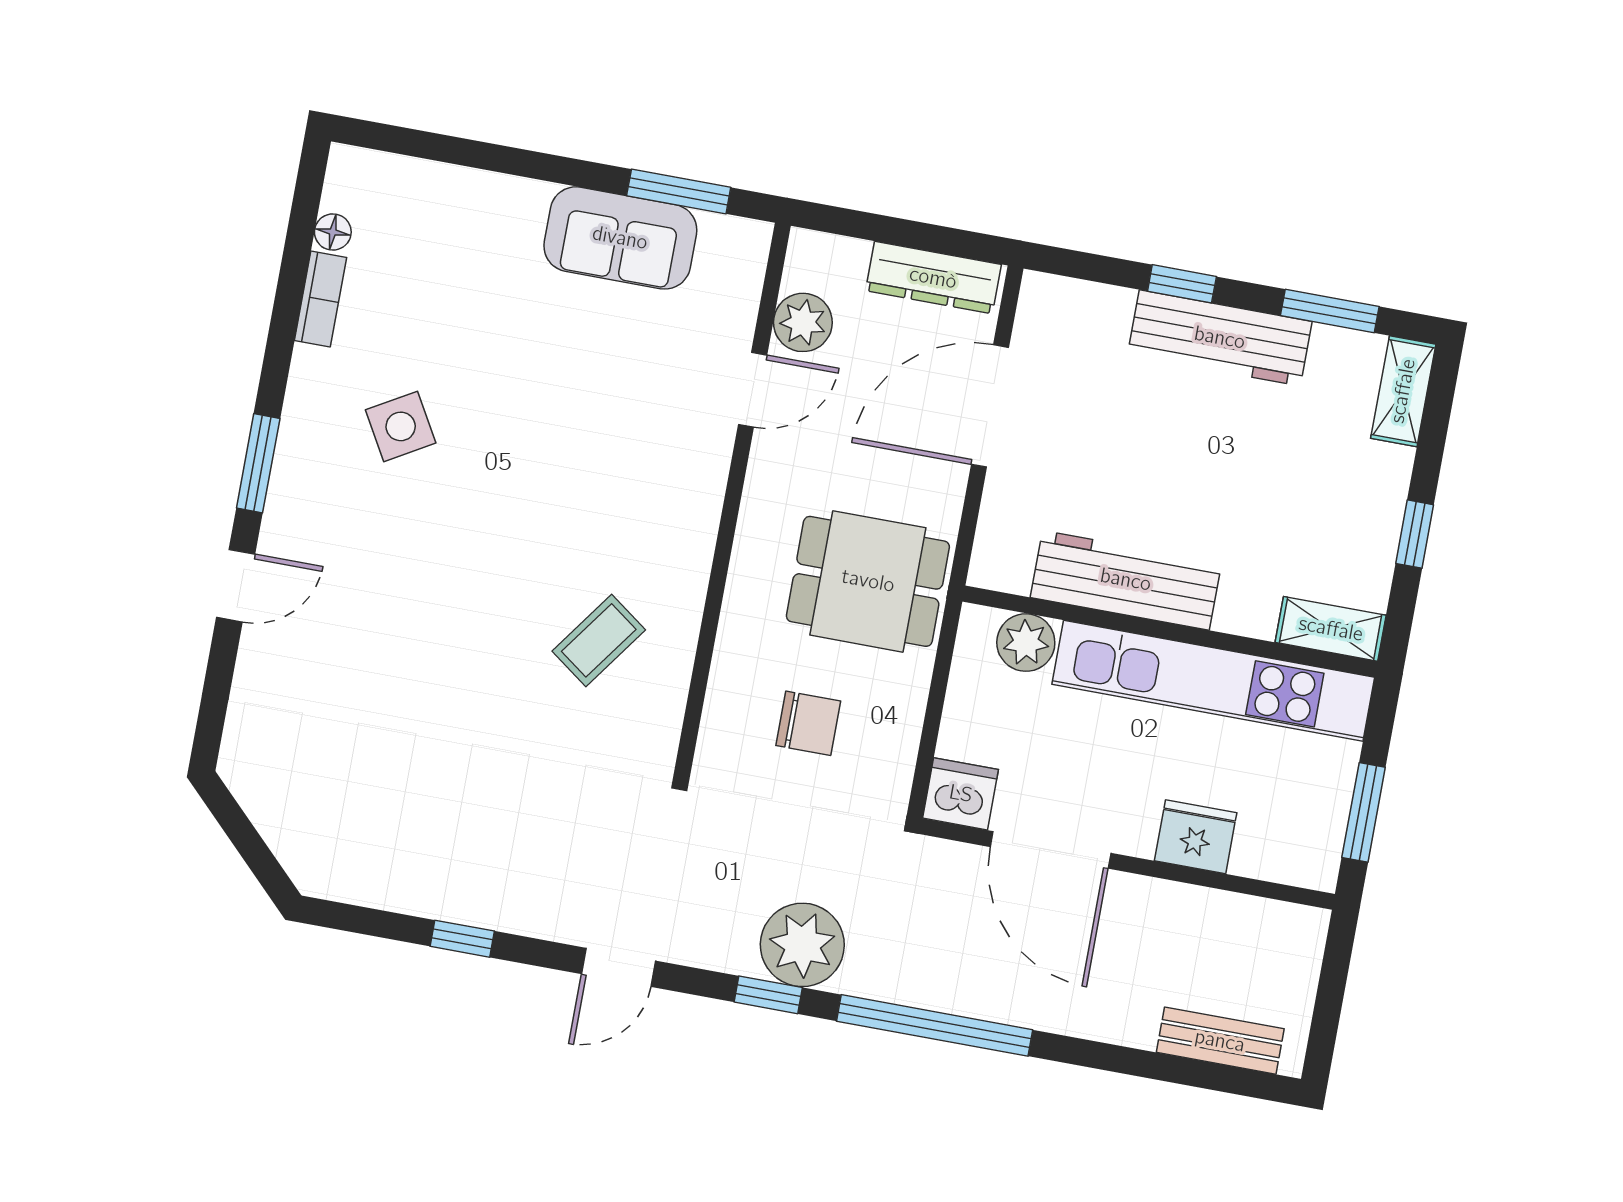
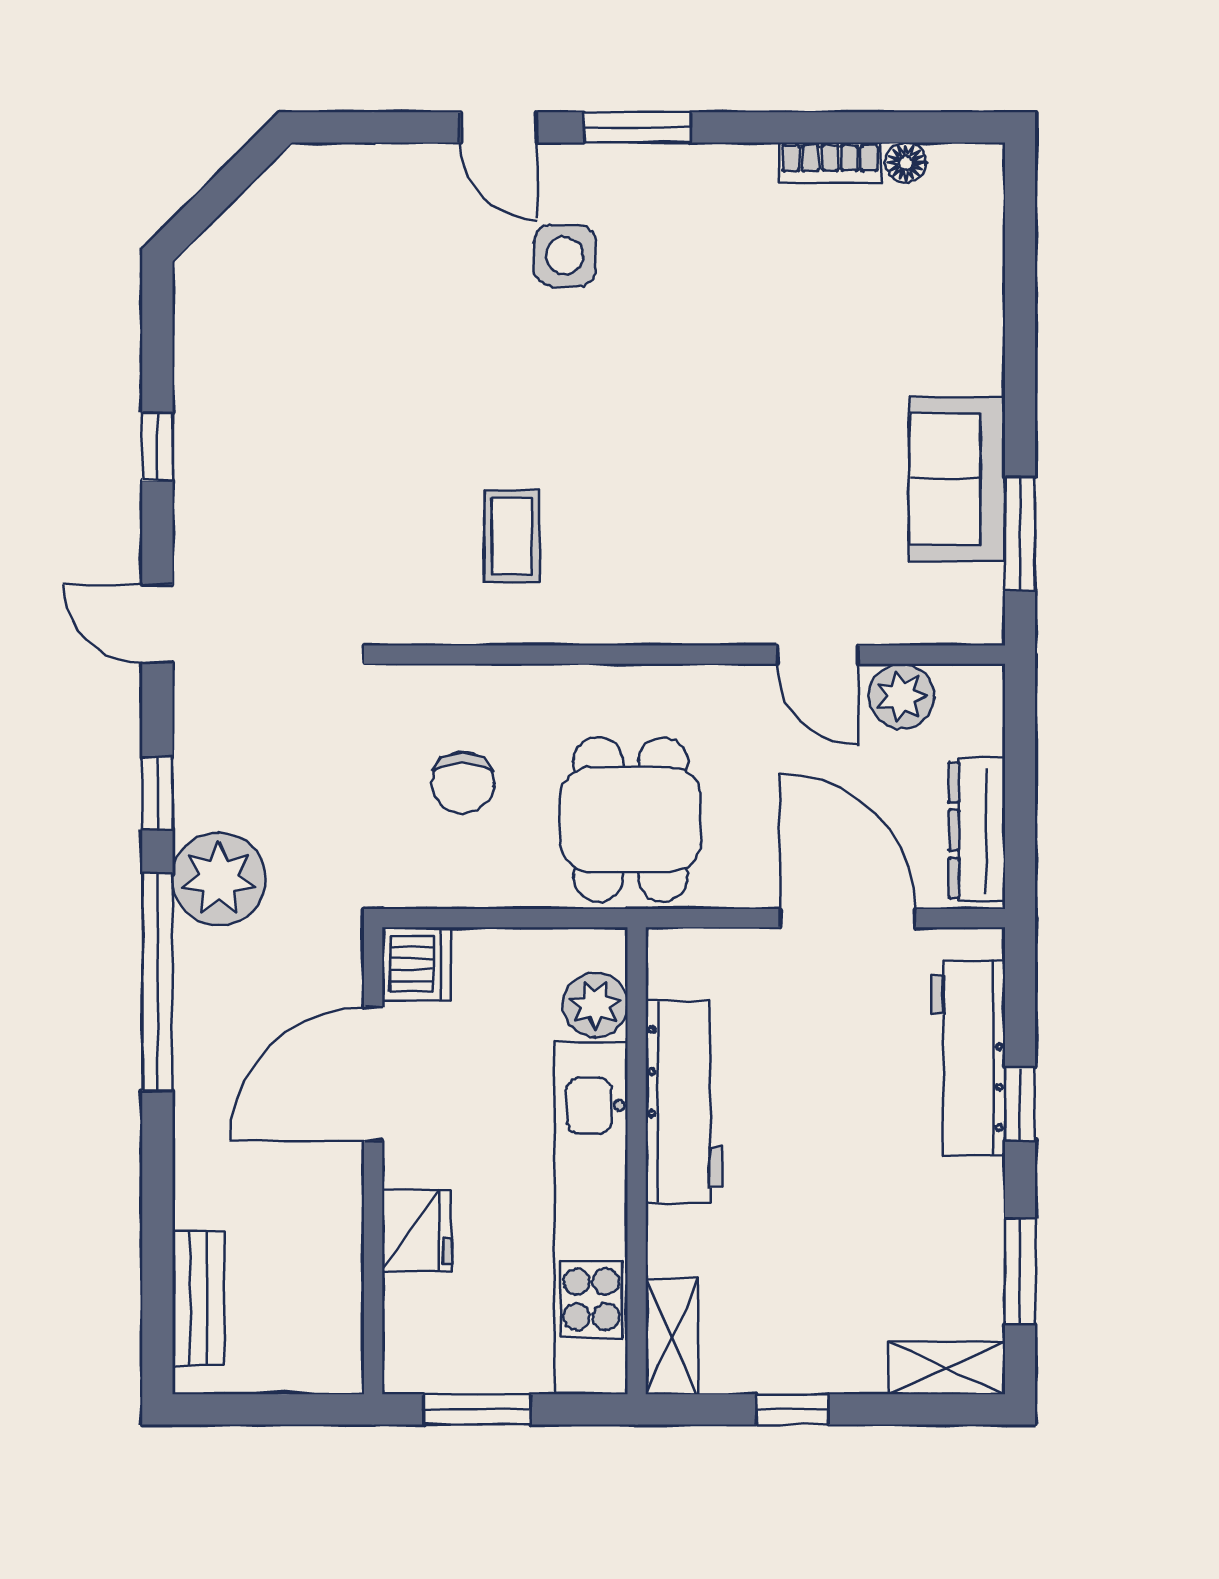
workbench: (1220, 338) -> (968, 1058), moved
side table: (401, 426) -> (565, 256), moved, turned 30
coffee table: (599, 640) -> (512, 536), turned 54
plant: (802, 945) -> (219, 879), moved

